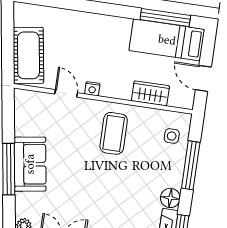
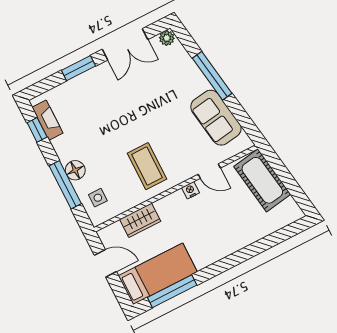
sofa: (30, 164) -> (216, 118), moved
floor lamp: (170, 198) -> (75, 170), moved

